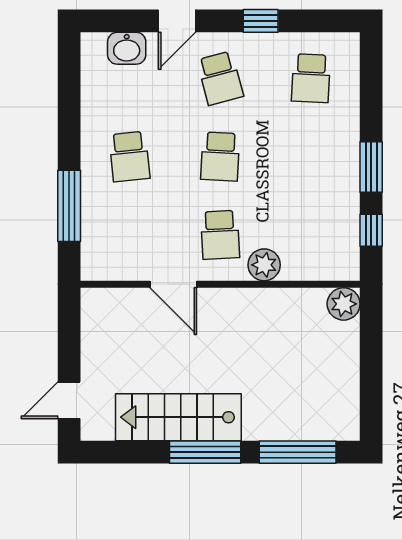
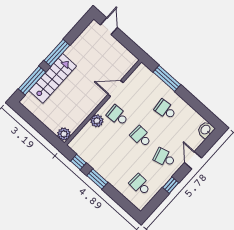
washbasin: (127, 48) -> (206, 130), moved
stairs: (178, 417) -> (53, 78), moved

